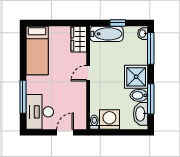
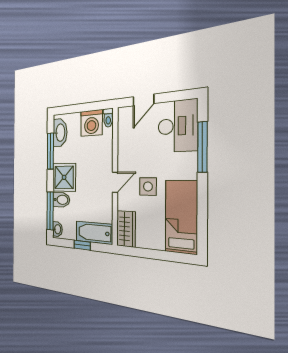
side table: (61, 70) -> (148, 186), added
bidet: (139, 95) -> (61, 200), moved

